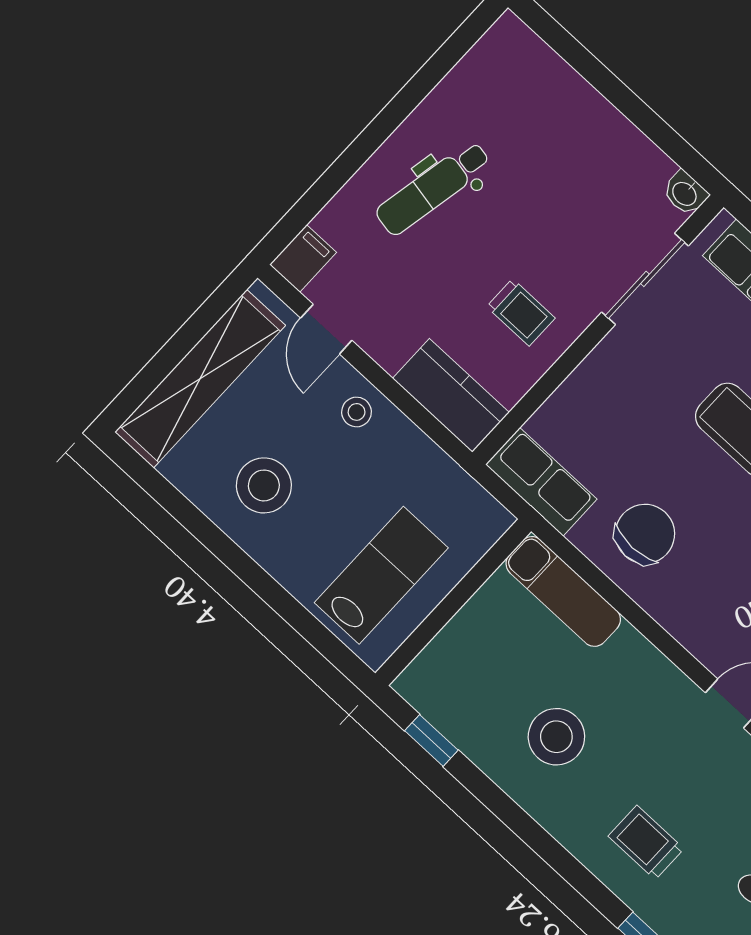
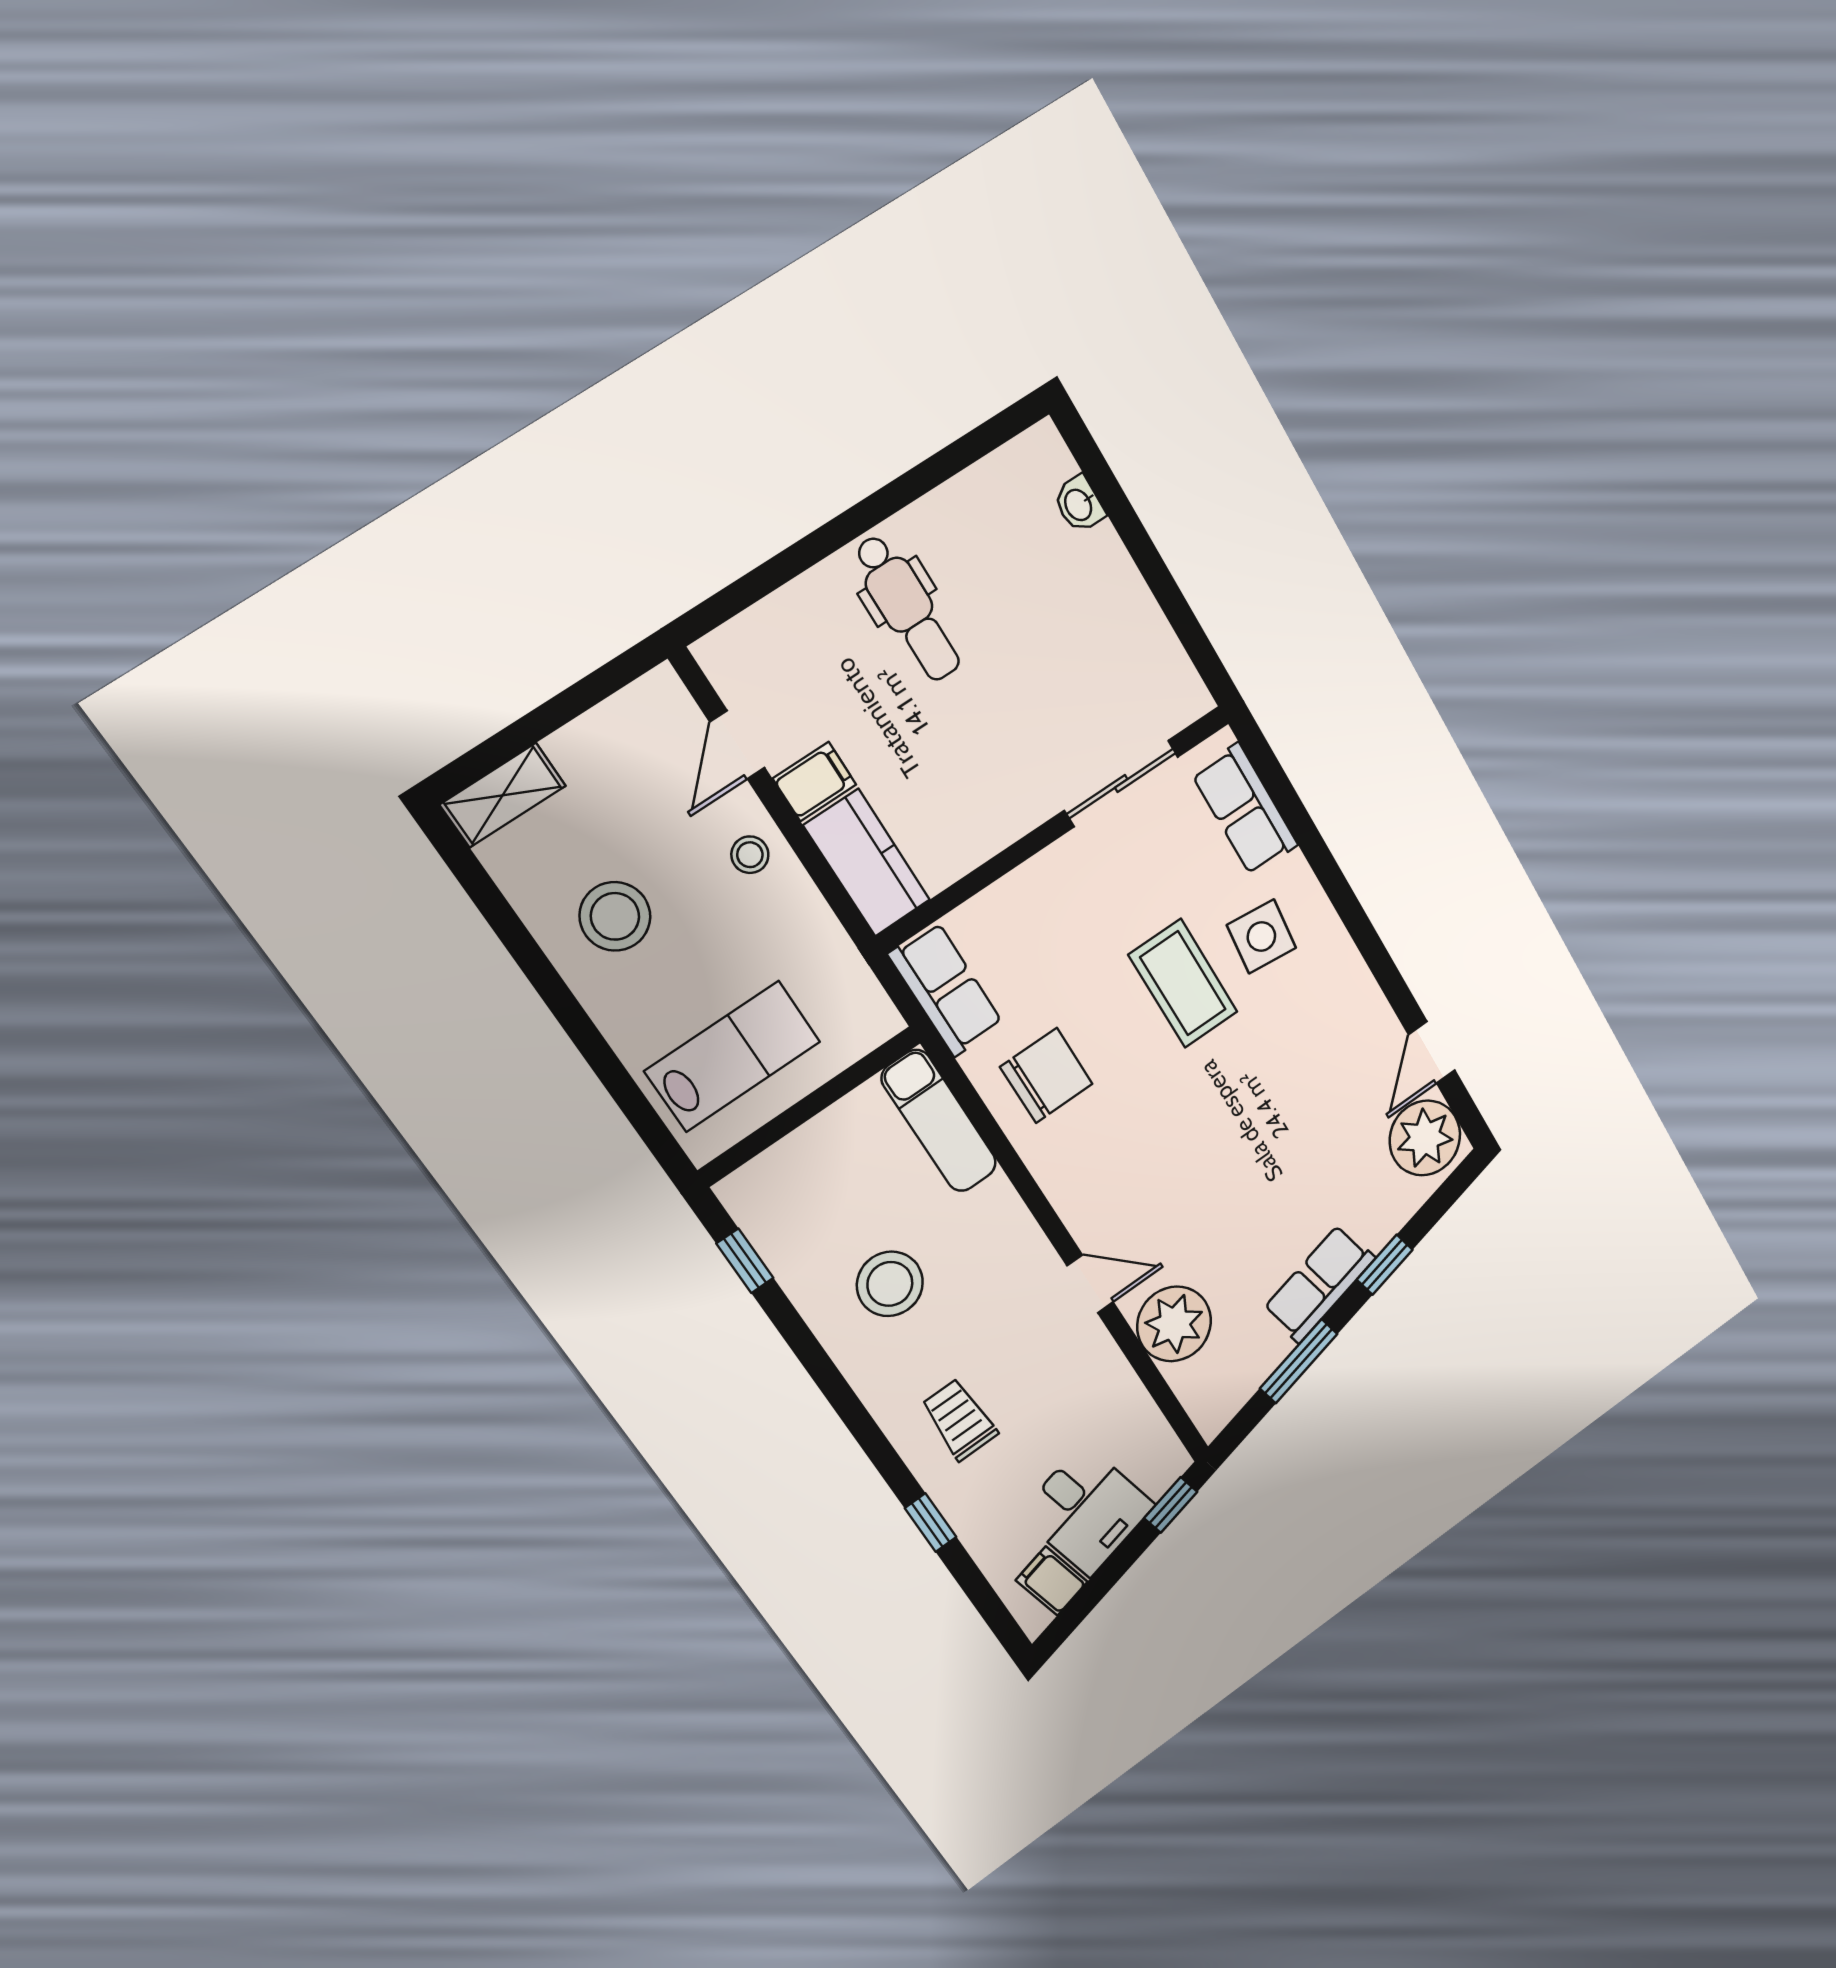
dental chair: (433, 188) -> (907, 608), turned -101
washbasin: (685, 193) -> (1079, 504), moved
filing cabinet: (303, 259) -> (814, 782), moved
trolley: (521, 312) -> (972, 785), removed
shelving: (200, 379) -> (503, 795), width x0.45, depth x0.75

